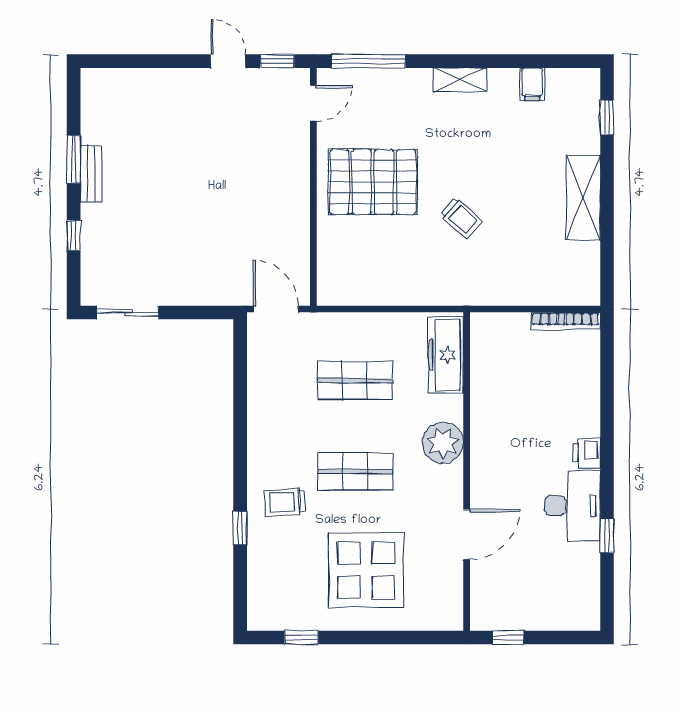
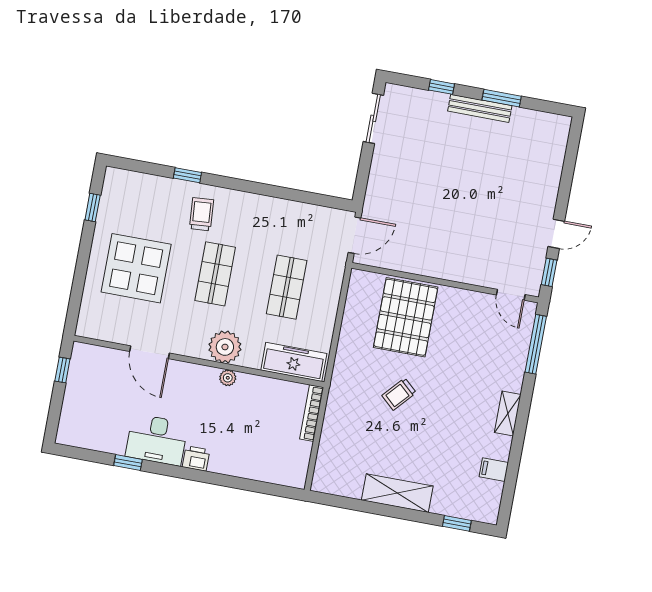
bench: (91, 173) -> (480, 108), width x1.36
pallet: (373, 182) -> (406, 317), moved
bookcase: (566, 321) -> (312, 413), moved
plant: (480, 432) -> (228, 378), added

